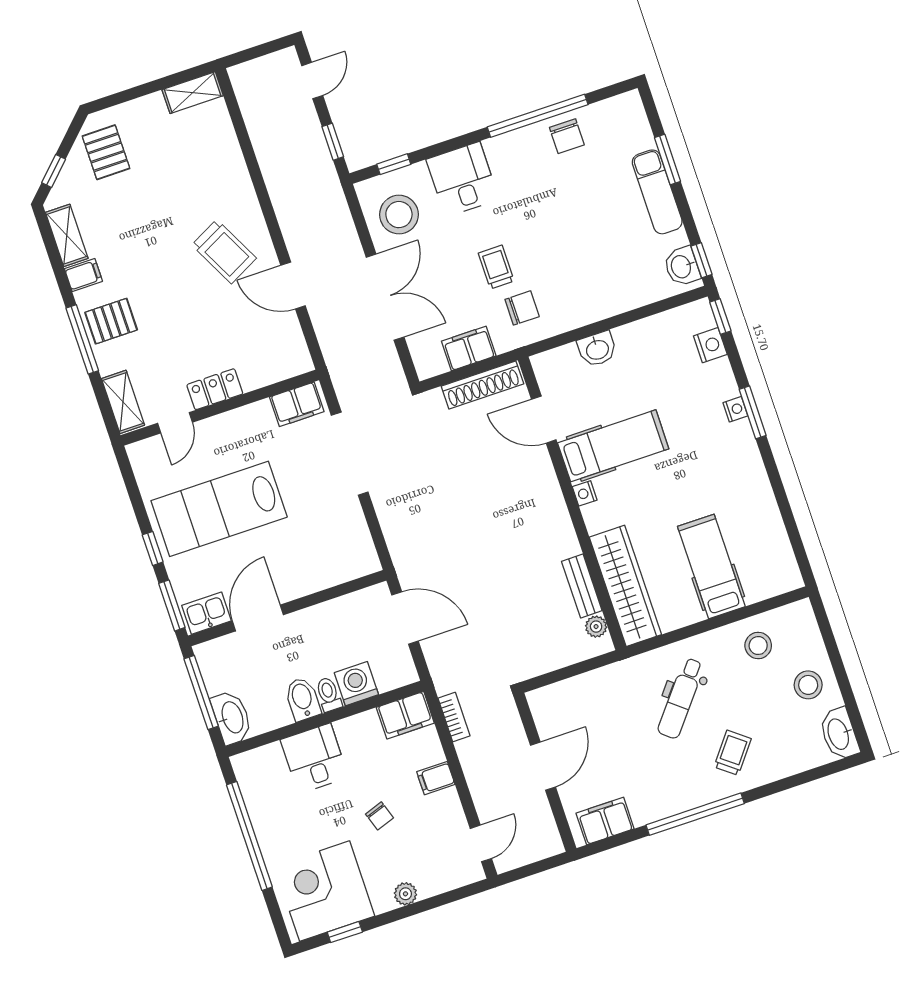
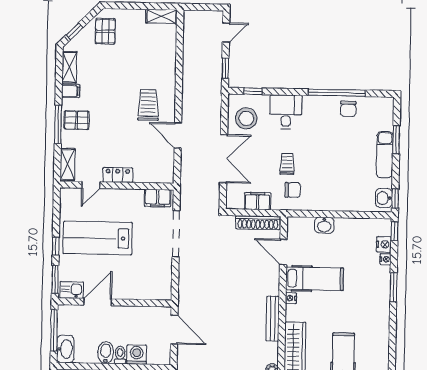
trolley: (224, 252) -> (148, 105), turned -153
nightstand: (735, 409) -> (385, 259), moved
bench: (582, 586) -> (273, 319), moved, width x1.36

